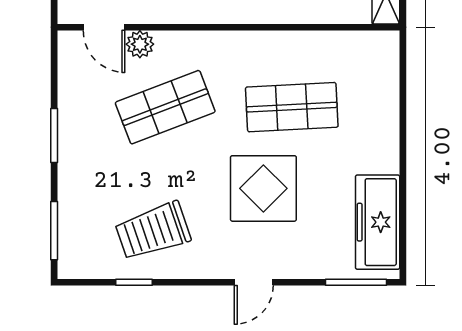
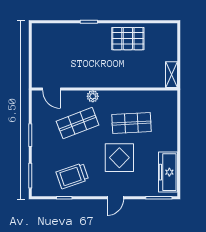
plant: (140, 44) -> (93, 96), moved

